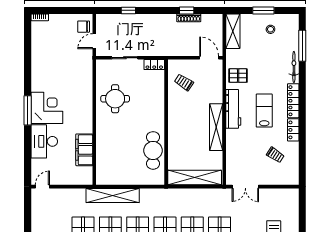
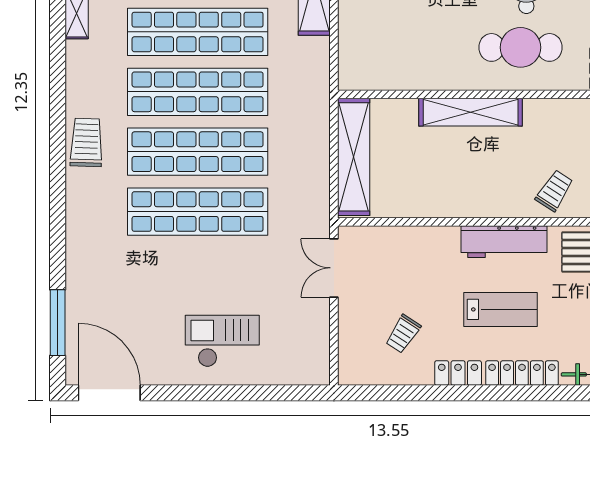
trolley: (184, 82) -> (554, 191), moved
shelving: (216, 127) -> (471, 112), moved
cafe table: (153, 150) -> (521, 47), moved

